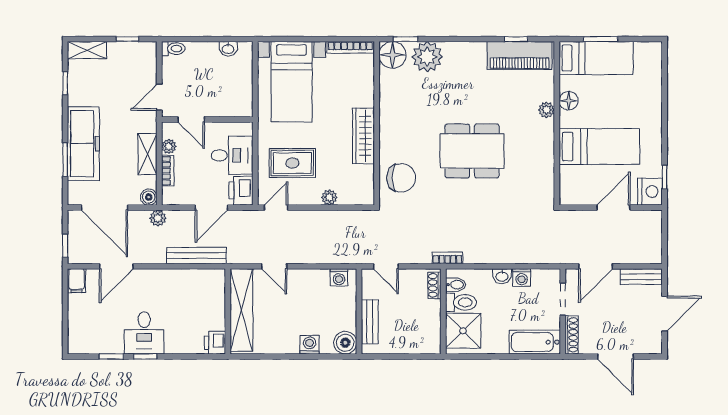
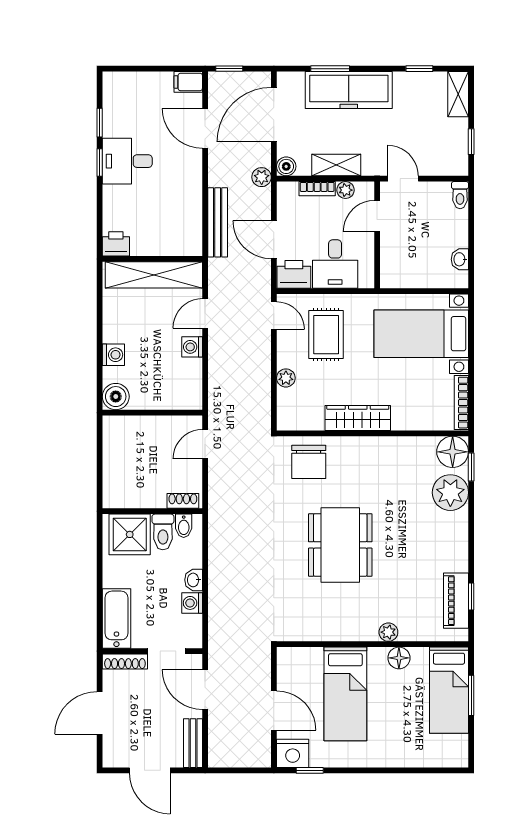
piano: (520, 56) -> (456, 601), width x0.73, depth x0.75
bookcase: (448, 258) -> (215, 516), removed
washing machine: (339, 277) -> (192, 347), moved
bench: (370, 322) -> (140, 425), removed

